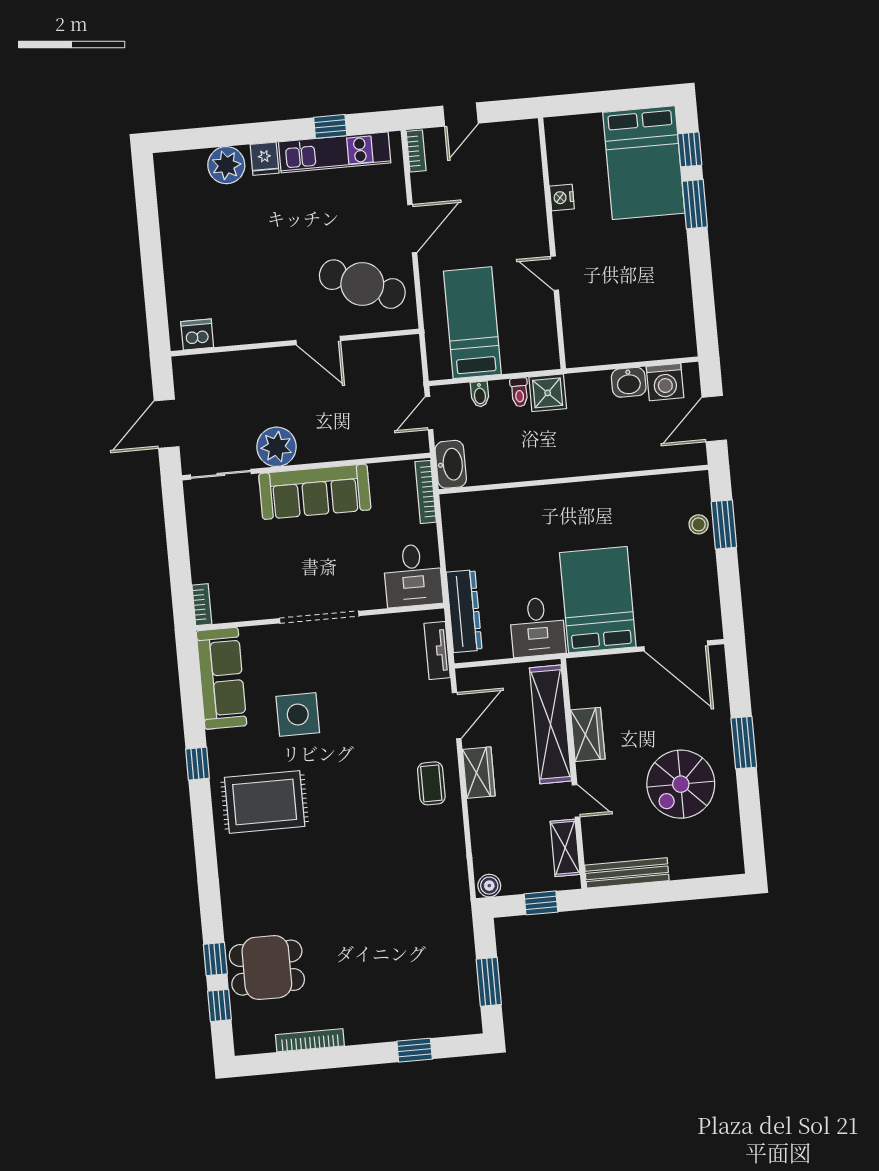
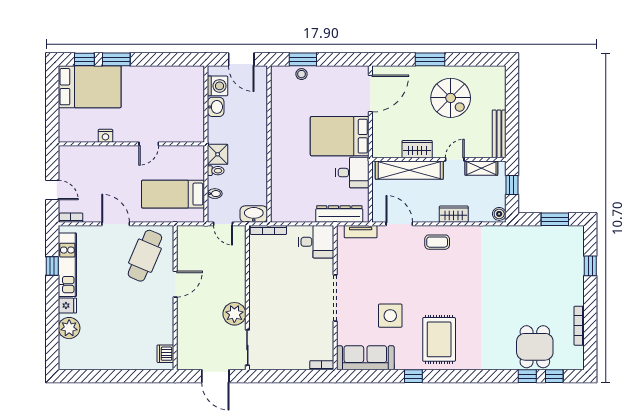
sofa: (315, 492) -> (262, 294), removed
wardrobe: (479, 773) -> (454, 214), moved

